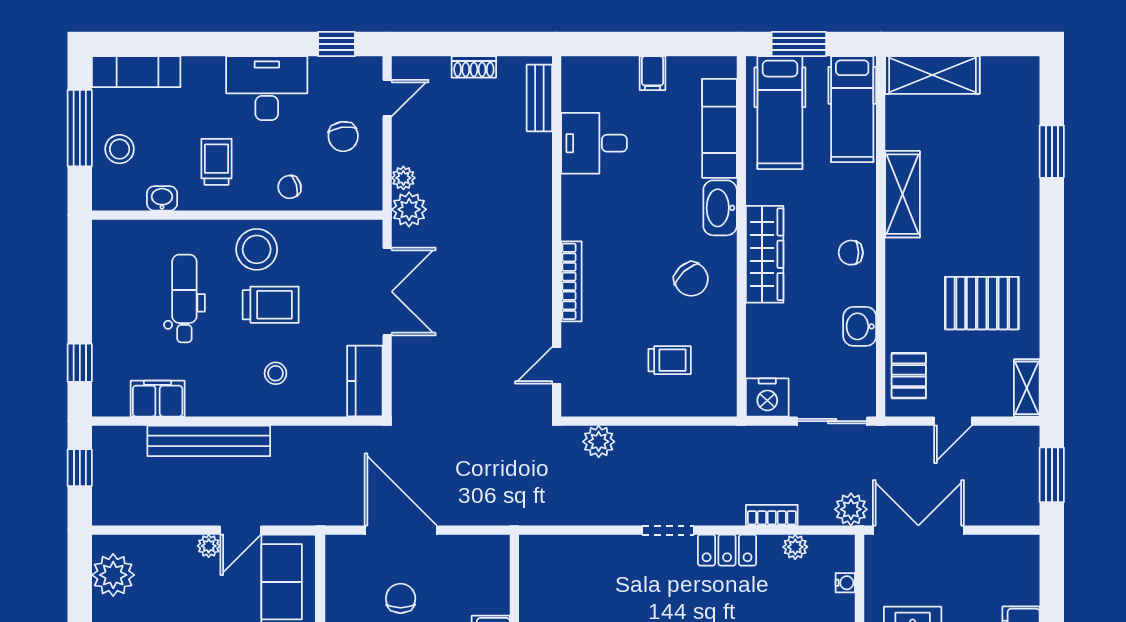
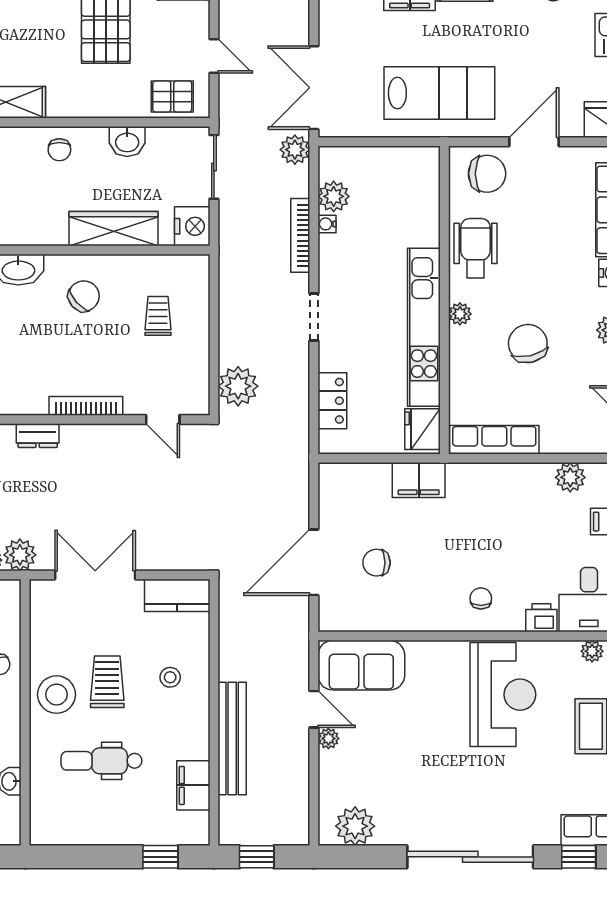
dresser: (539, 229) -> (38, 436), added
wardrobe: (765, 254) -> (114, 229), moved
plant: (599, 442) -> (238, 386), width x1.36, depth x1.36
bookcase: (772, 515) -> (300, 235), width x1.56
plant: (795, 547) -> (334, 196), width x1.38, depth x1.38
locker: (727, 550) -> (332, 401), moved
water cooler: (845, 583) -> (327, 224), moved, turned -90

